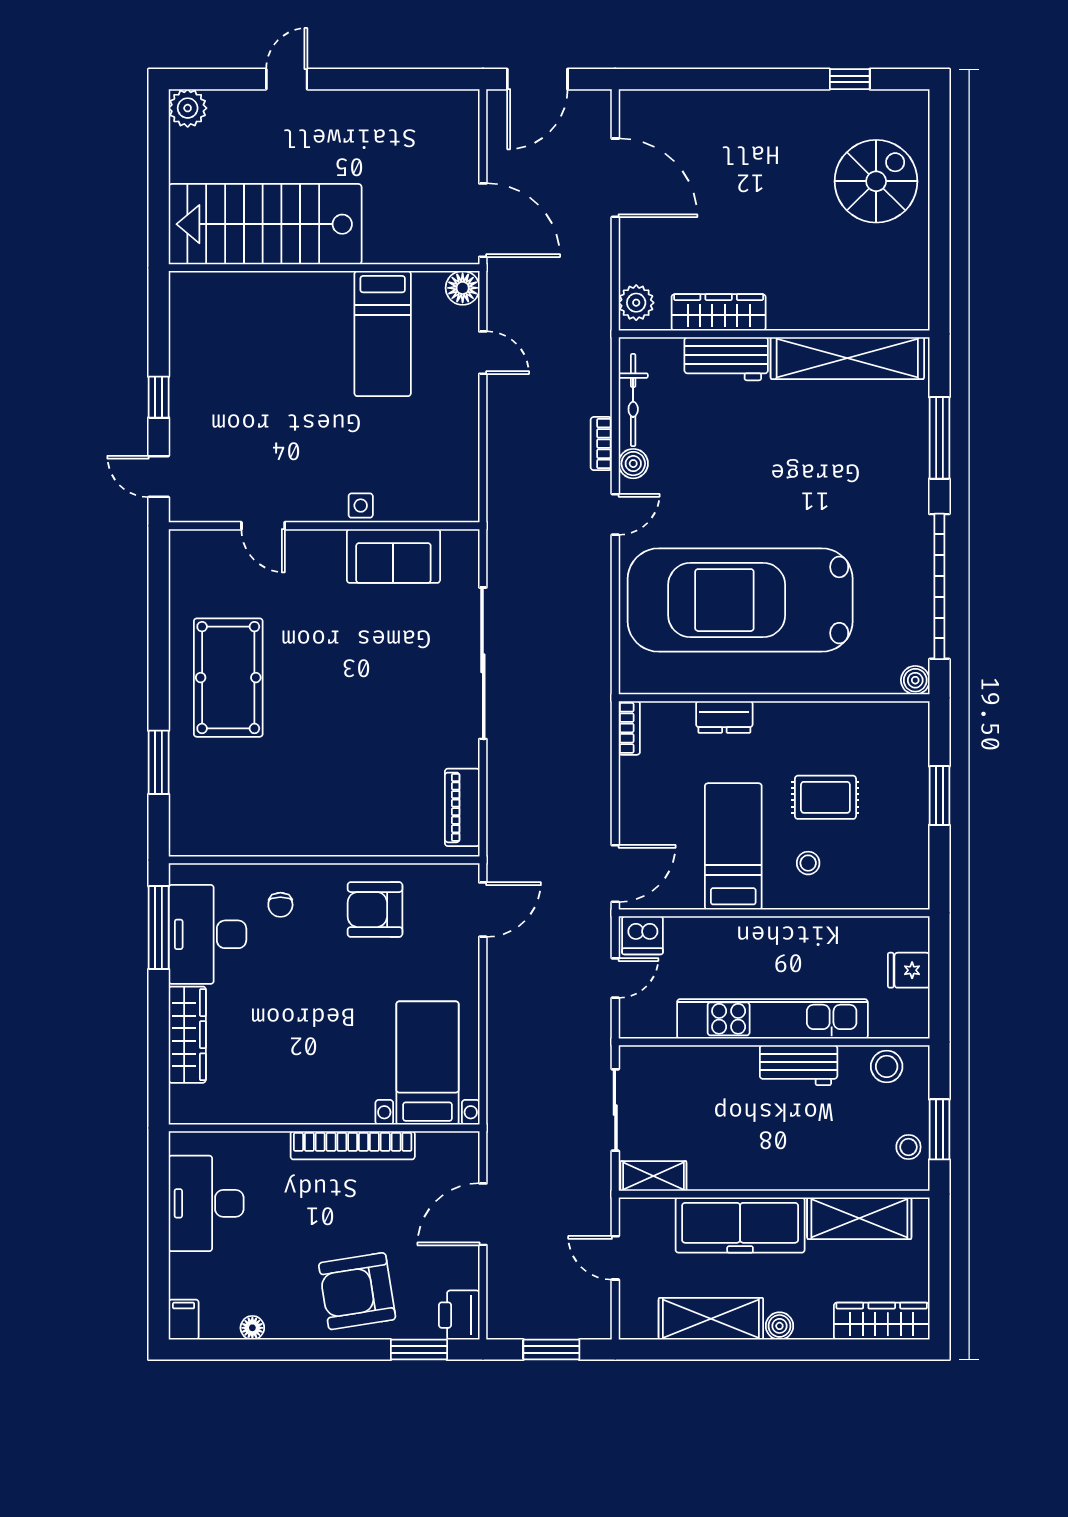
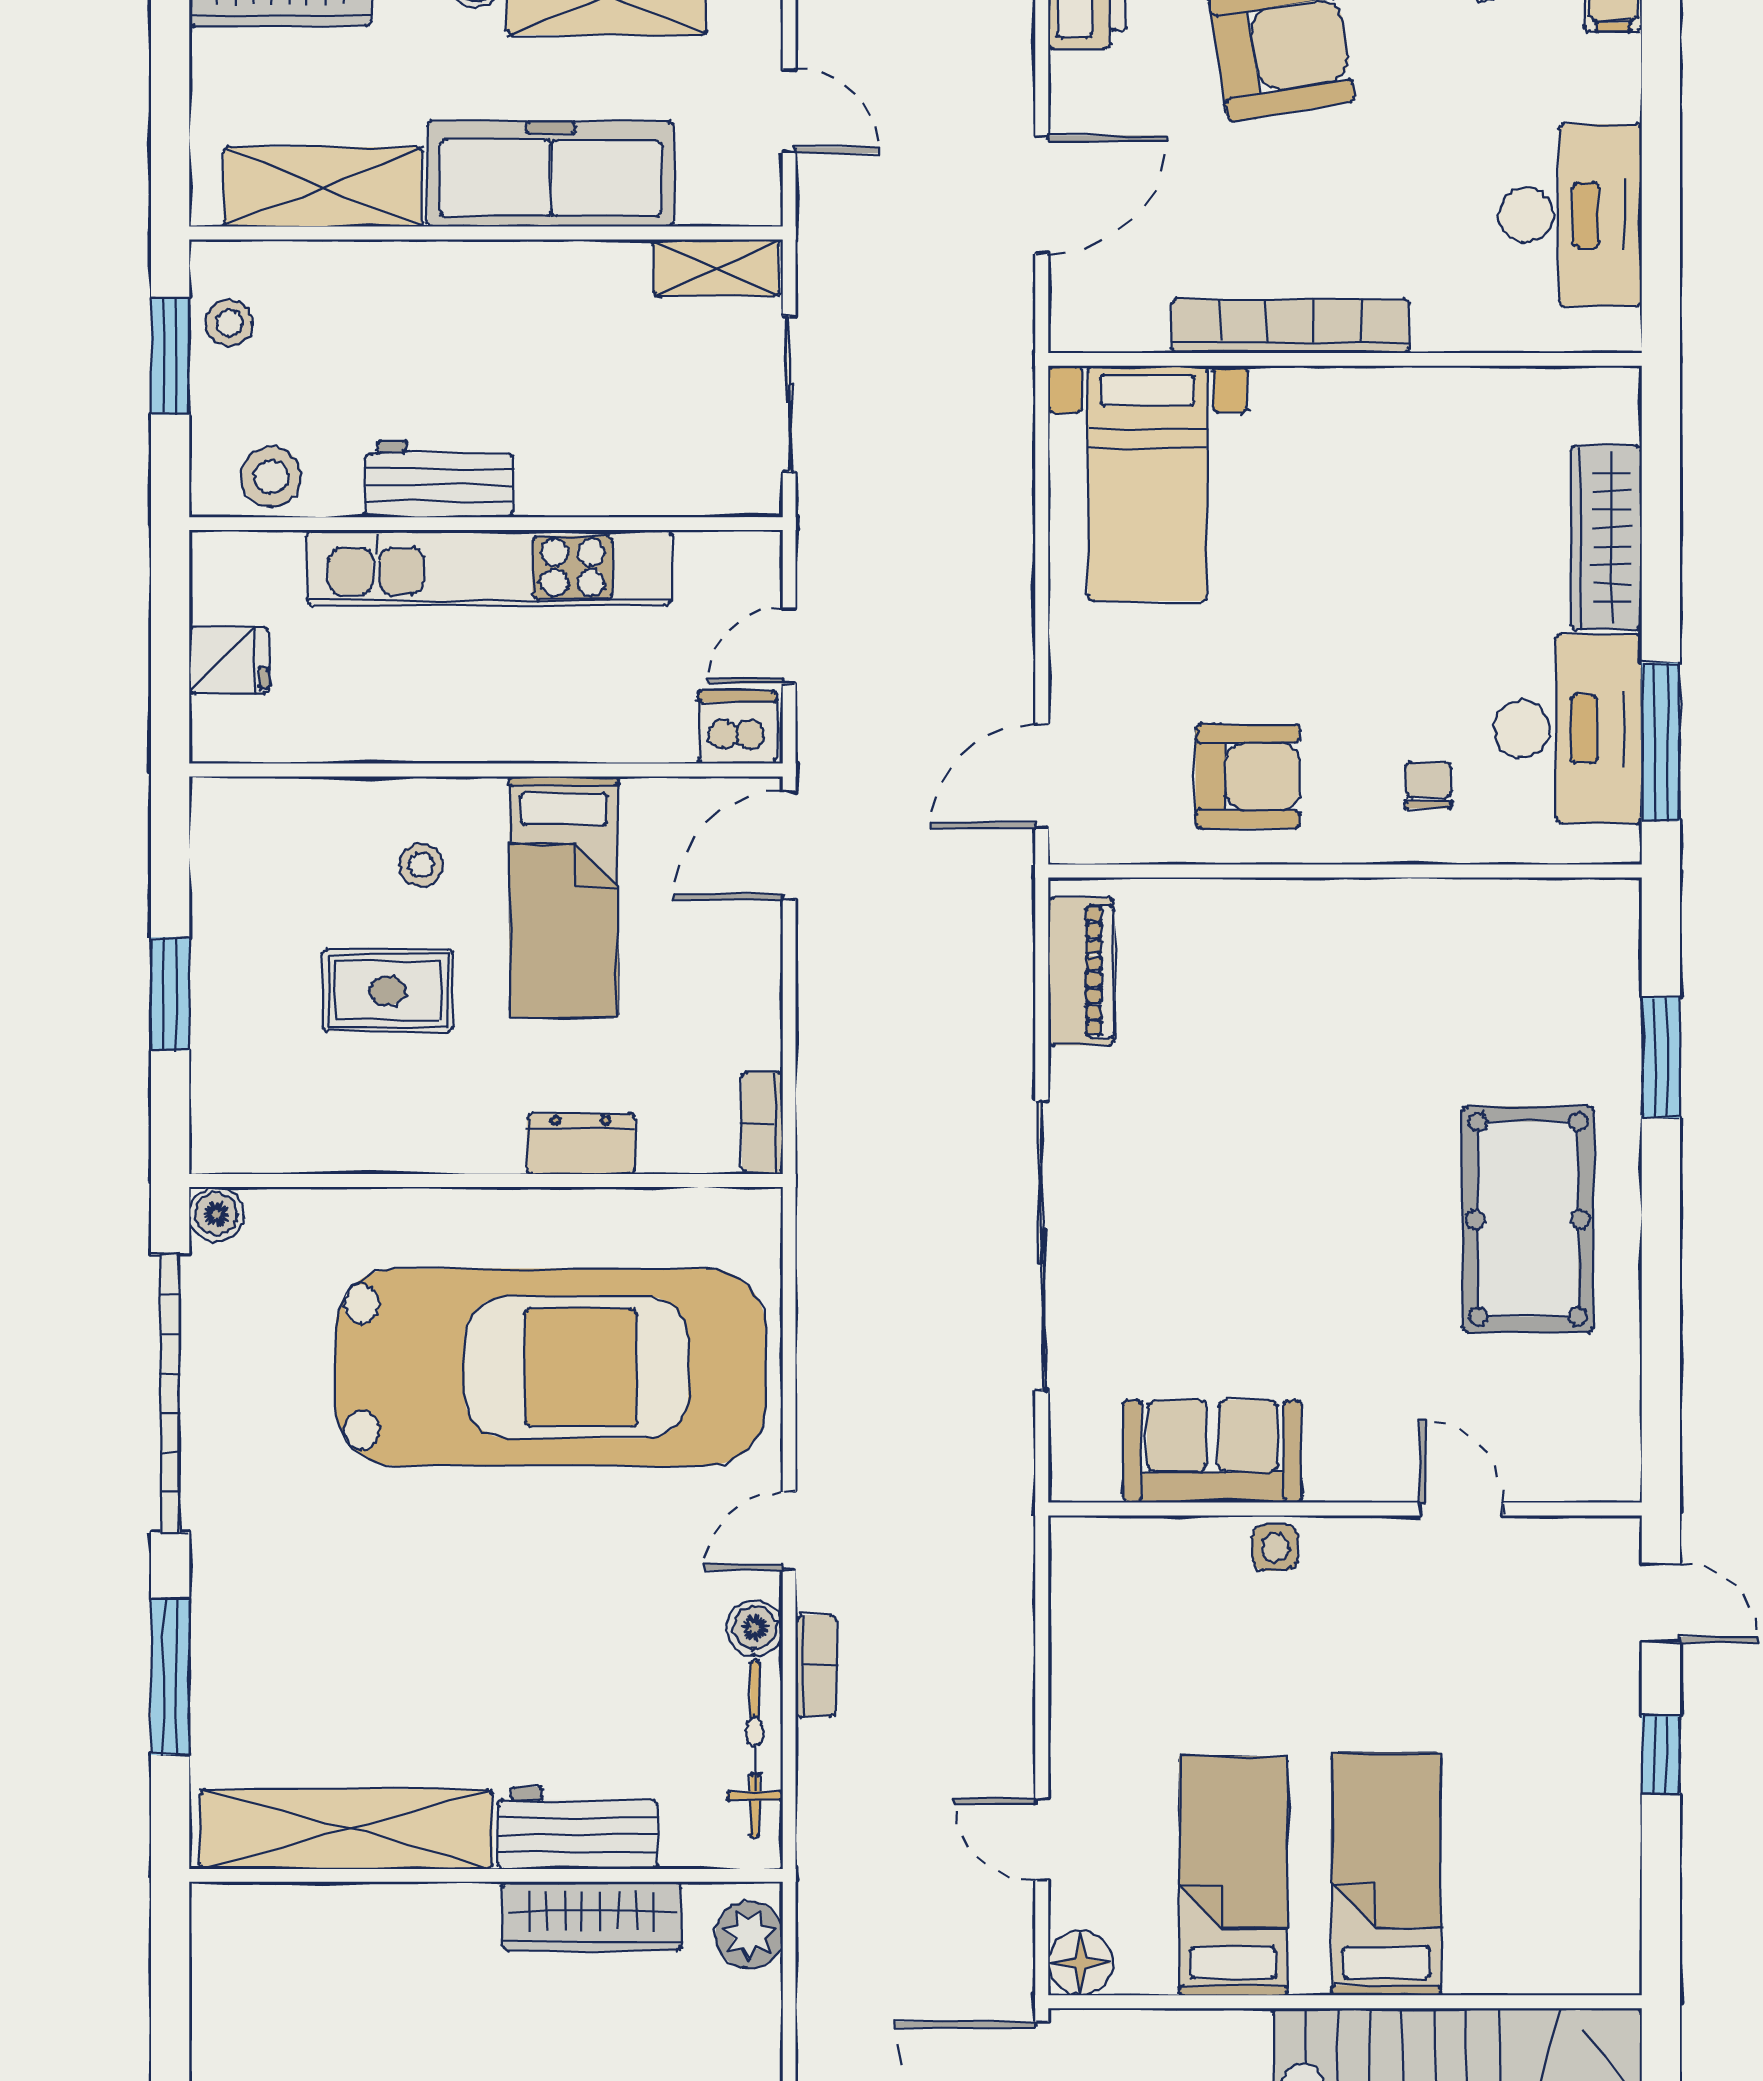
bed: (302, 334) -> (1386, 1874), added

